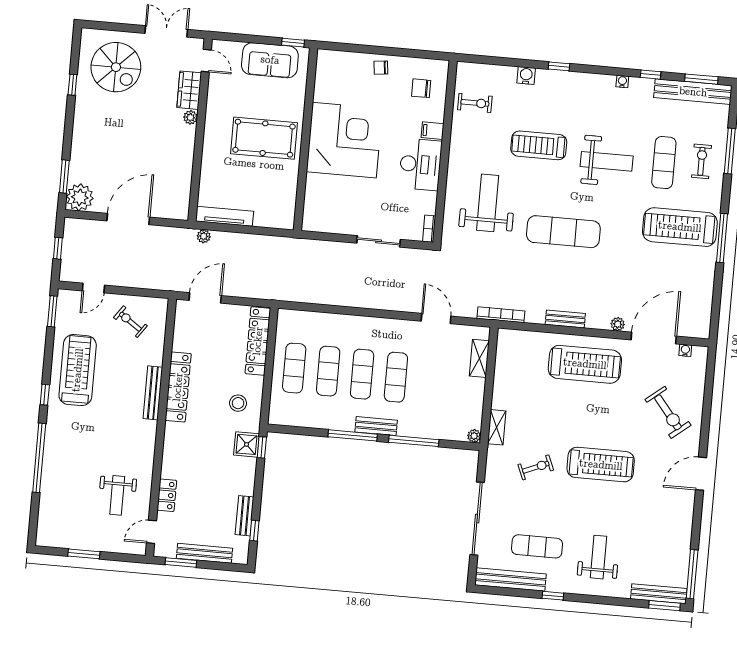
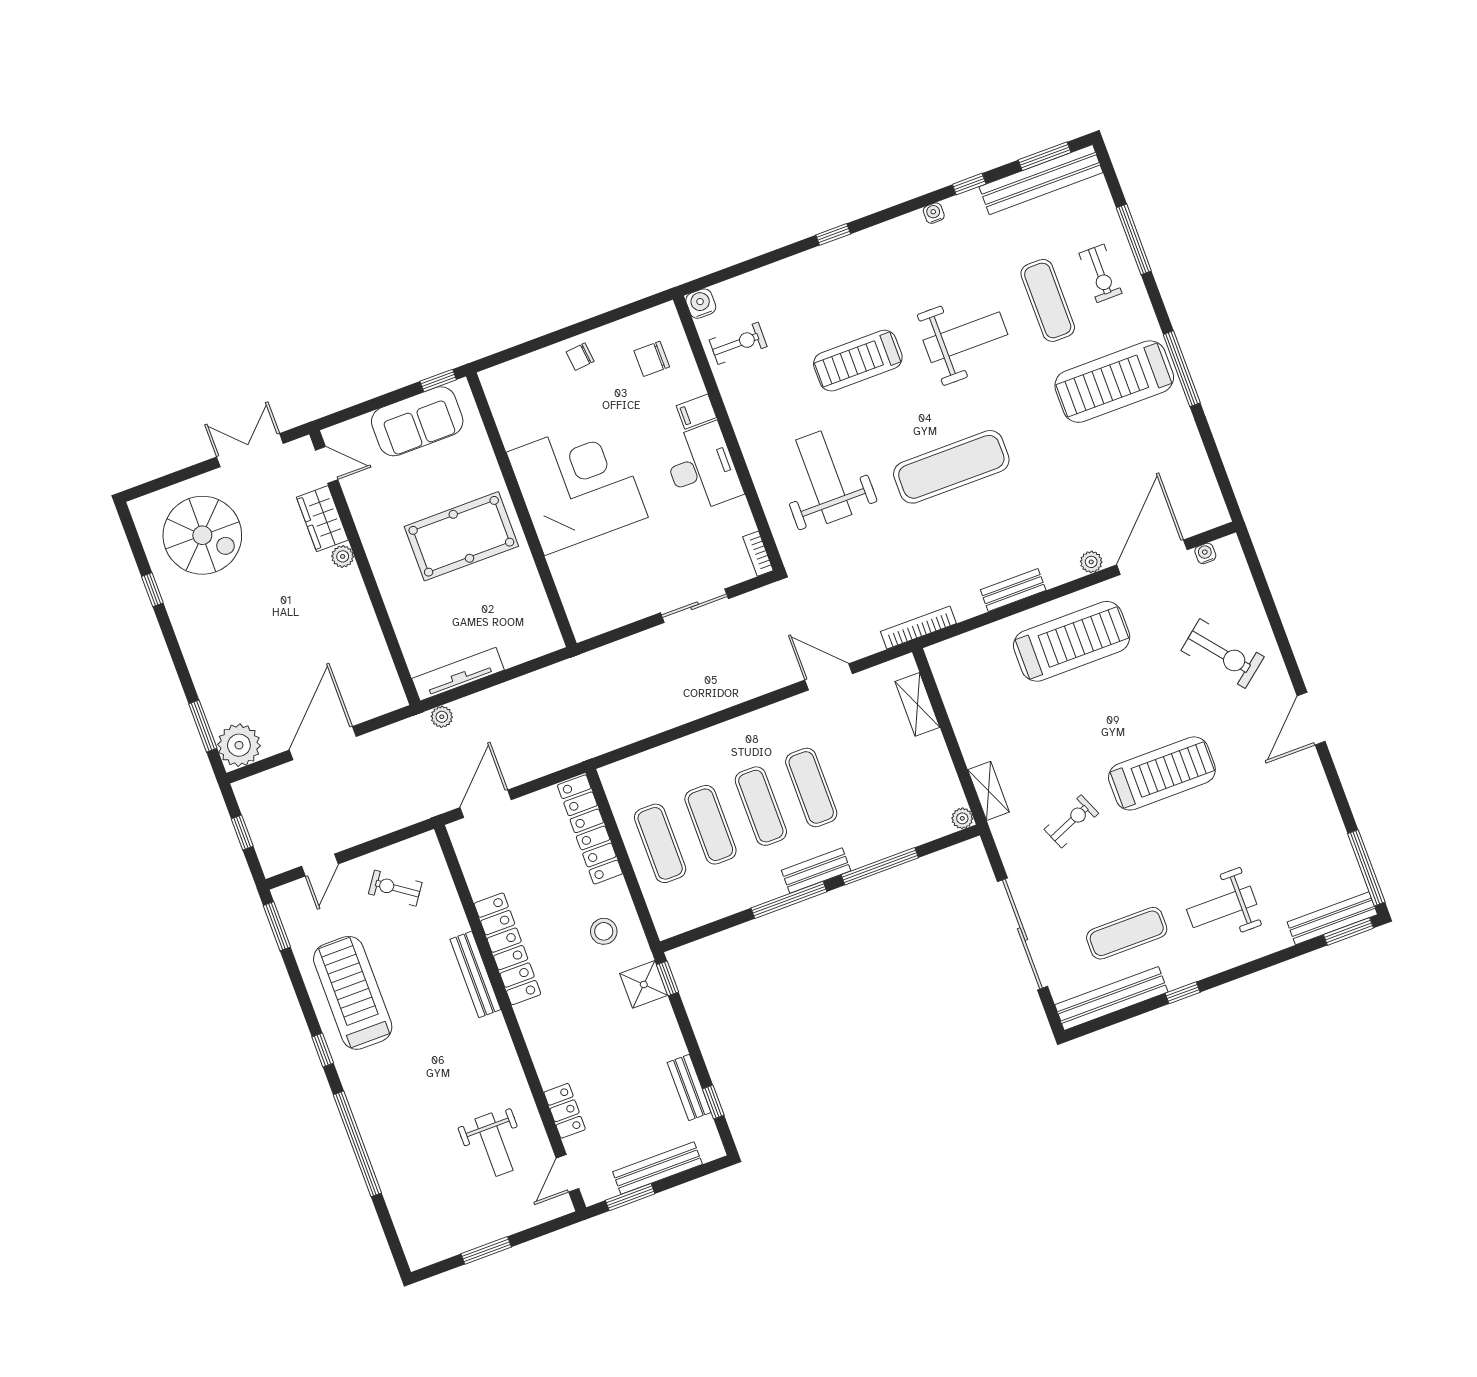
water cooler: (526, 76) -> (701, 304), moved
exercise bike: (701, 161) -> (1100, 273), turned 180
weight bench: (599, 557) -> (1222, 907), turned -90

